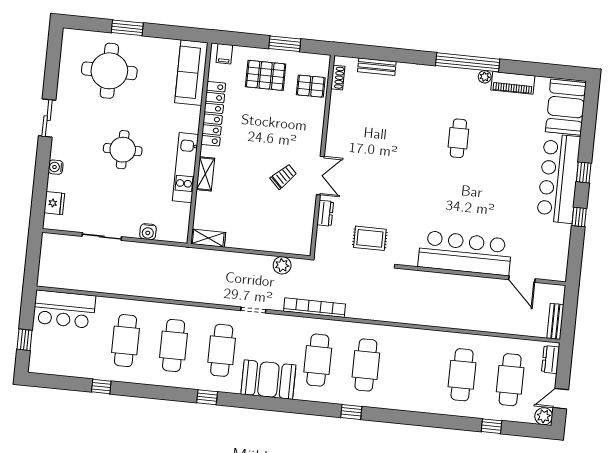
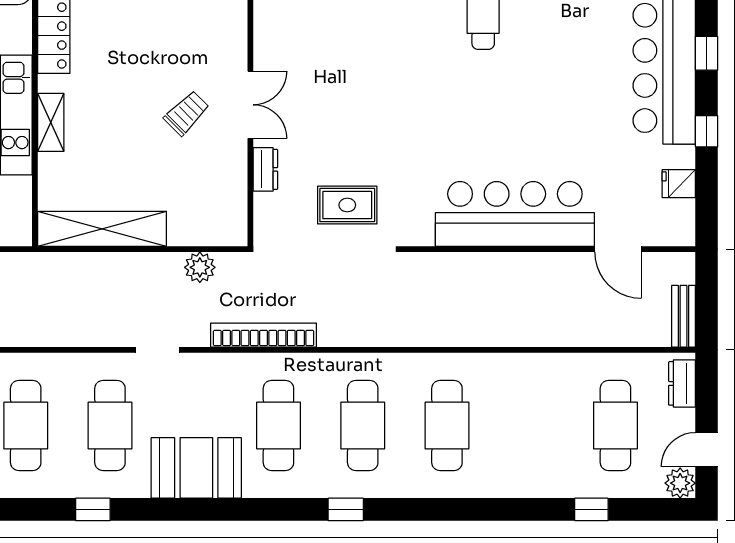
shelving: (208, 238) -> (102, 229), width x2.20, depth x1.33
fridge: (560, 245) -> (679, 184), added
cafe table: (462, 375) -> (447, 425), moved

